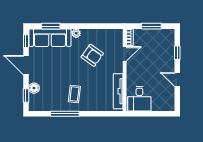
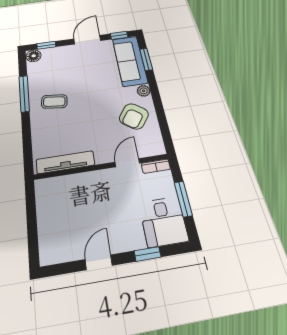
door: (125, 54) -> (127, 163), swing flipped
armchair: (92, 55) -> (134, 116), moved
floor lamp: (34, 88) -> (34, 56), moved
desk: (139, 99) -> (163, 221), moved, turned -90

